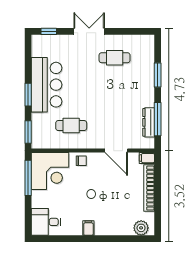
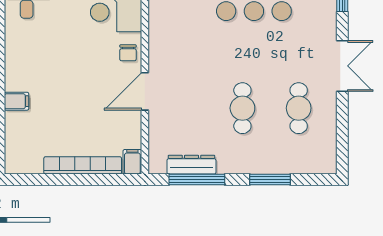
cafe table: (71, 126) -> (242, 108), moved
door: (116, 151) -> (145, 91), moved
filing cabinet: (88, 228) -> (16, 101), moved
plant: (141, 228) -> (17, 152), removed

